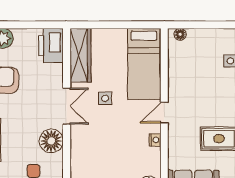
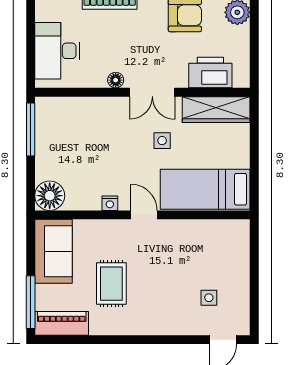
floor lamp: (180, 34) -> (242, 235), removed
printer: (51, 45) -> (210, 73), moved
floor lamp: (51, 141) -> (116, 80), width x0.53, depth x0.53

